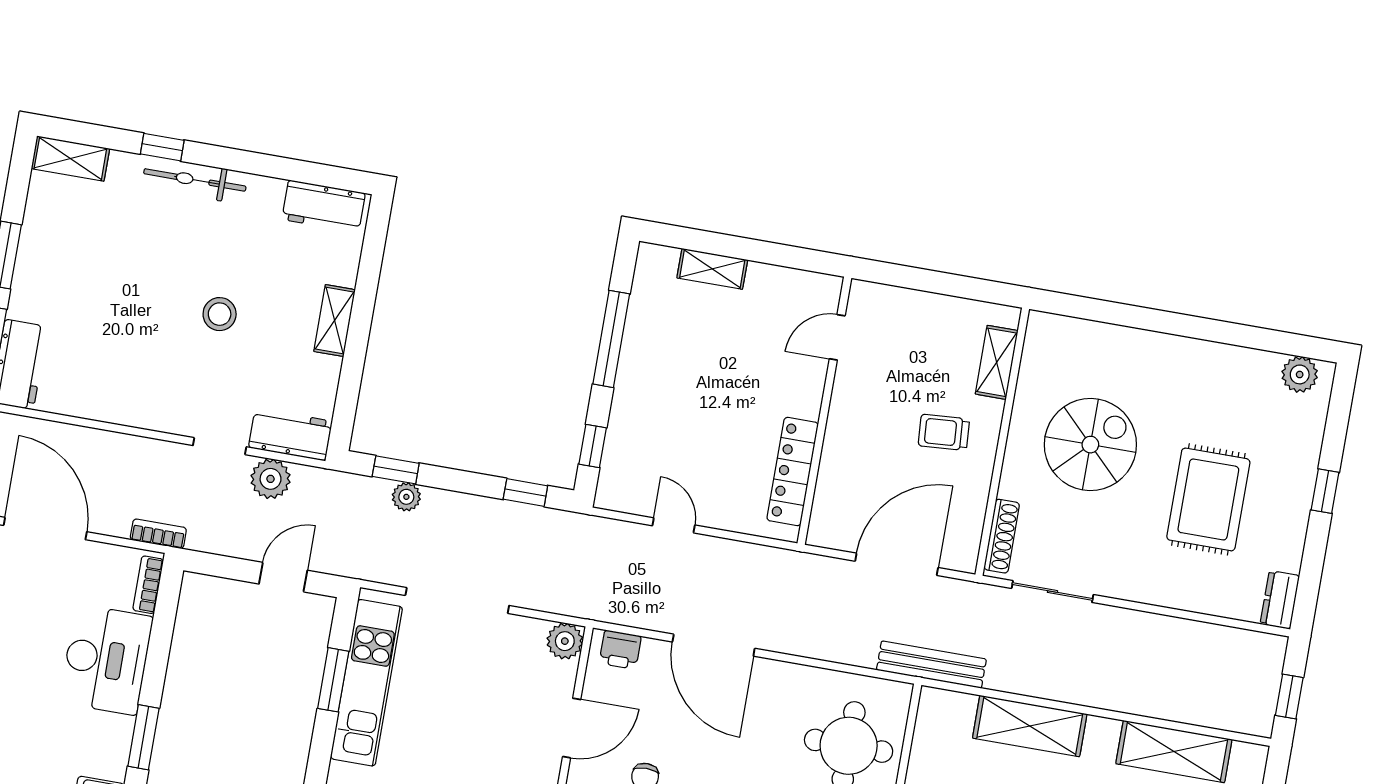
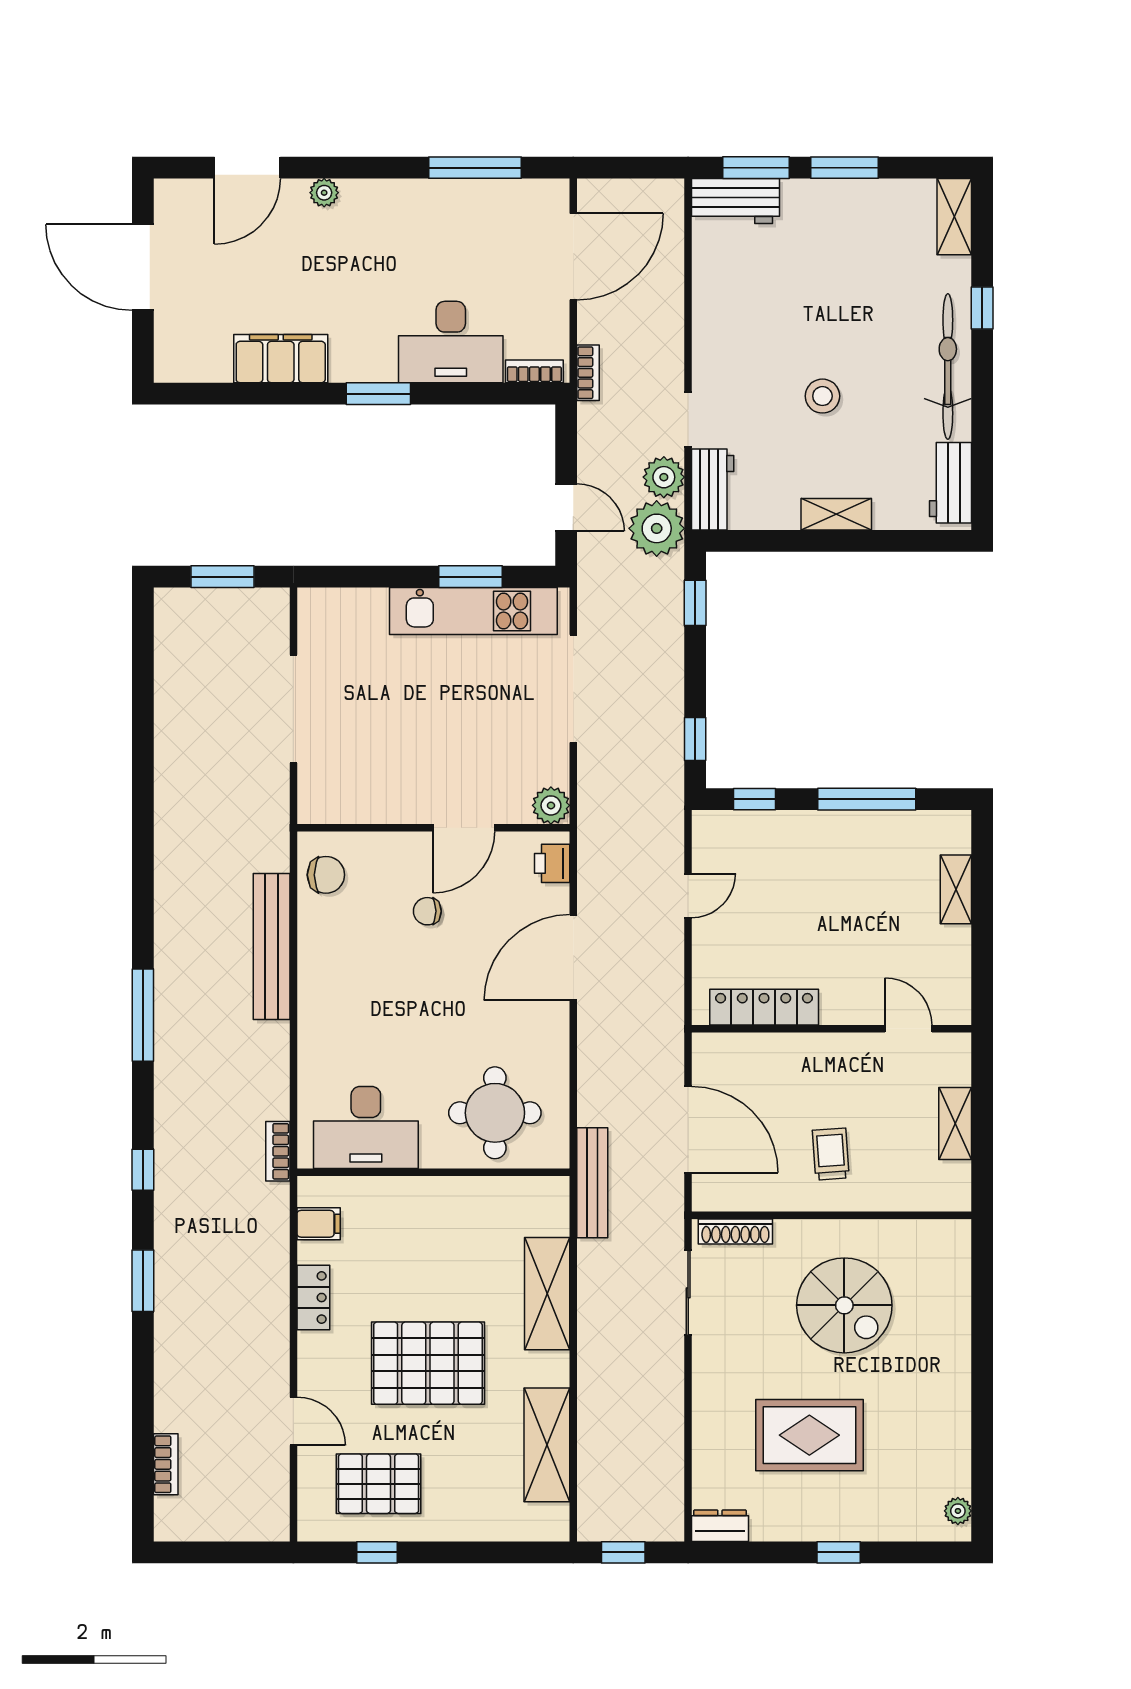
bicycle: (195, 180) -> (948, 367), width x1.37, depth x1.40
shelving: (997, 362) -> (955, 1124), moved, turned 90
plant: (1300, 374) -> (958, 1511), width x0.73, depth x0.73
plant: (406, 497) -> (657, 528), moved, width x1.87, depth x1.87
door: (572, 728) -> (464, 828), hinge flipped

